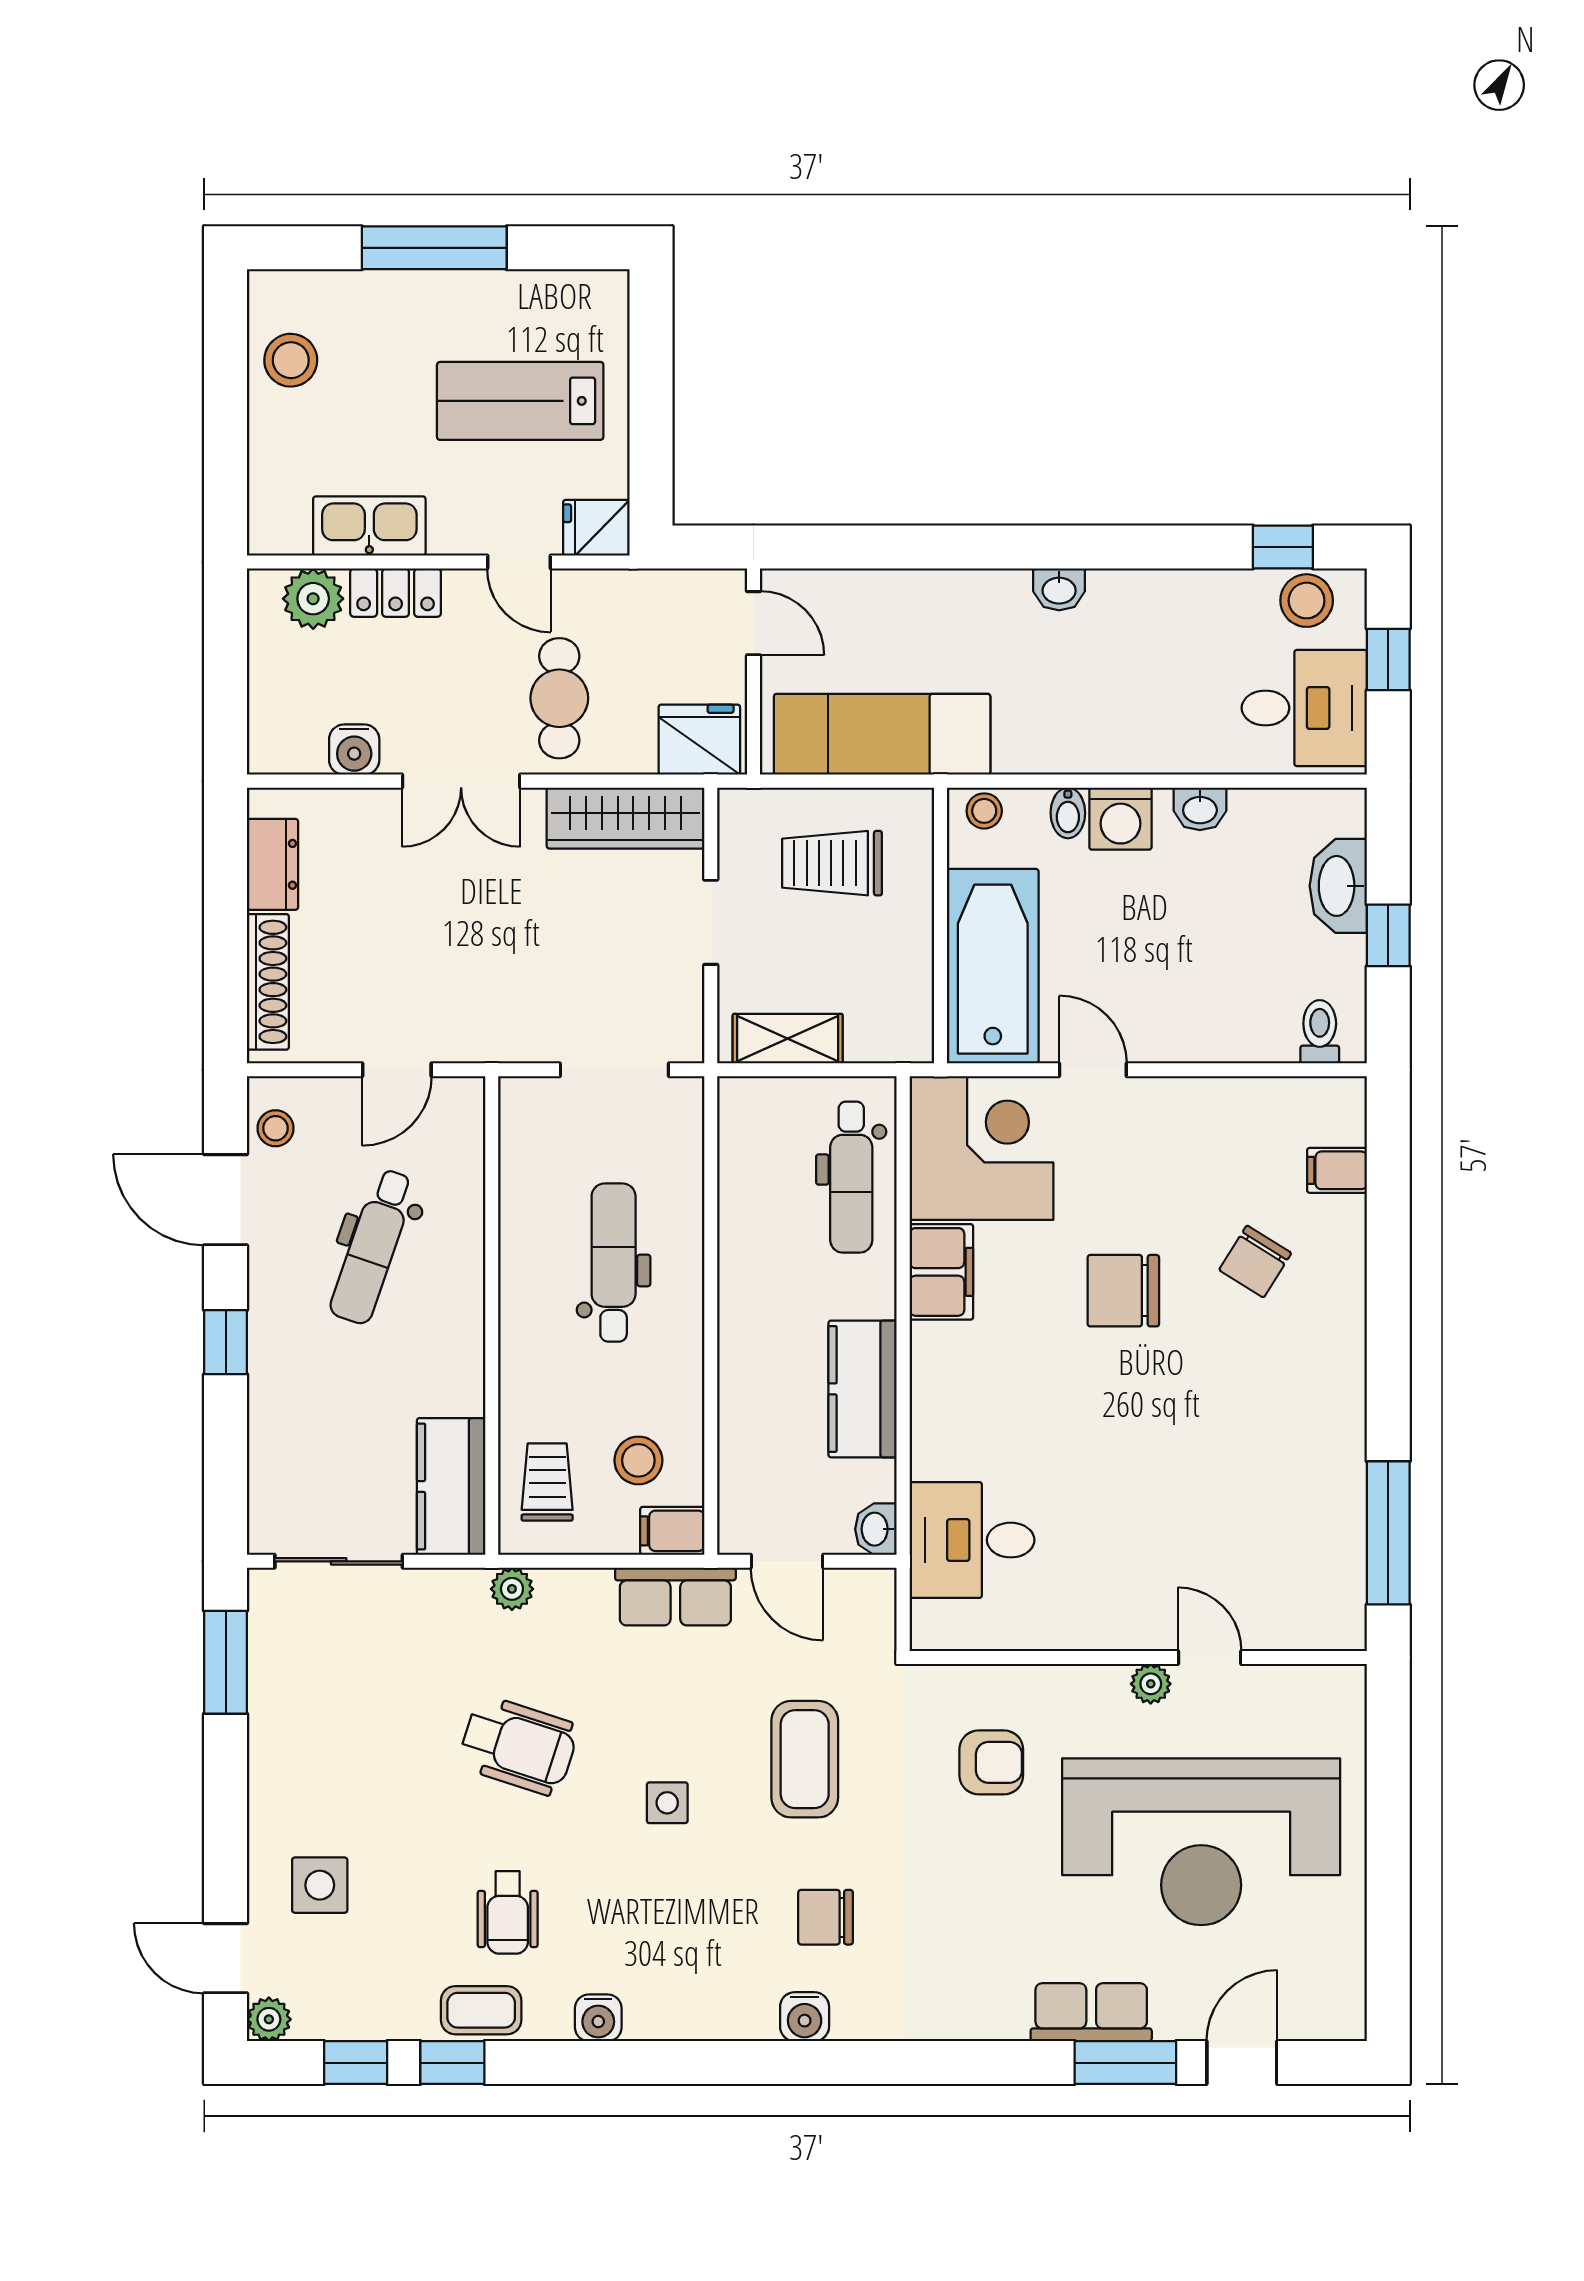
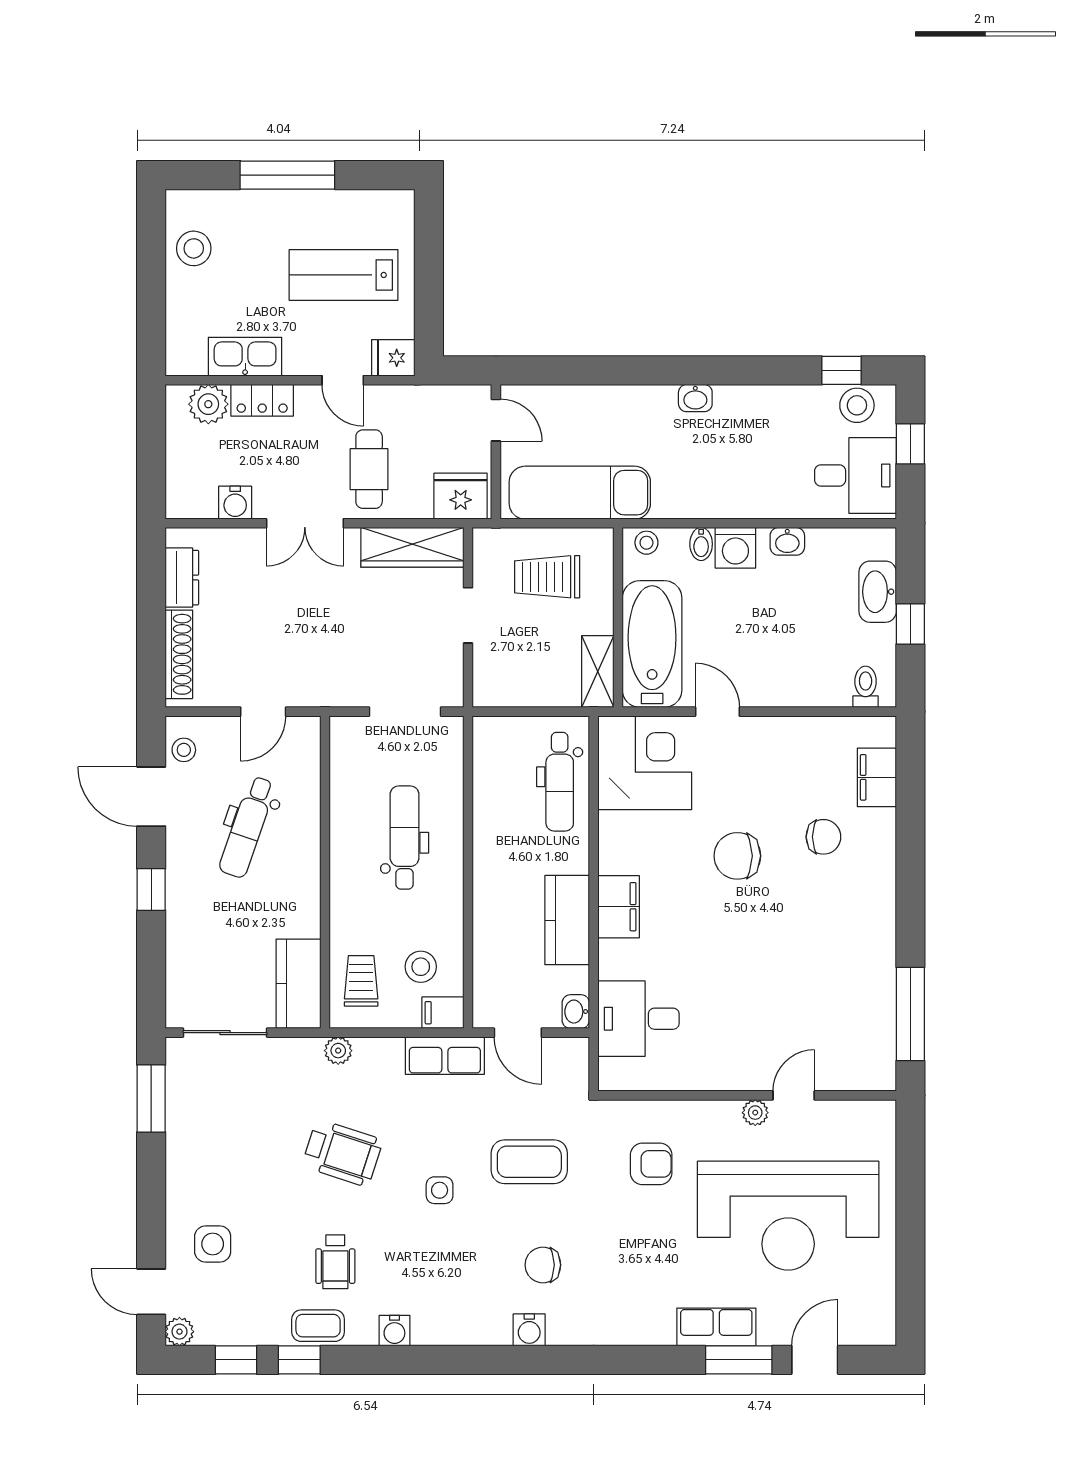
shelving: (788, 1039) -> (598, 672), moved, turned 90
filing cabinet: (1337, 1170) -> (877, 777), width x2.00
chair: (1255, 1261) -> (823, 837), turned -122
filing cabinet: (941, 1272) -> (619, 907), moved
door: (1210, 1658) -> (794, 1095), hinge flipped
coffee table: (805, 1759) -> (529, 1162), turned 90

